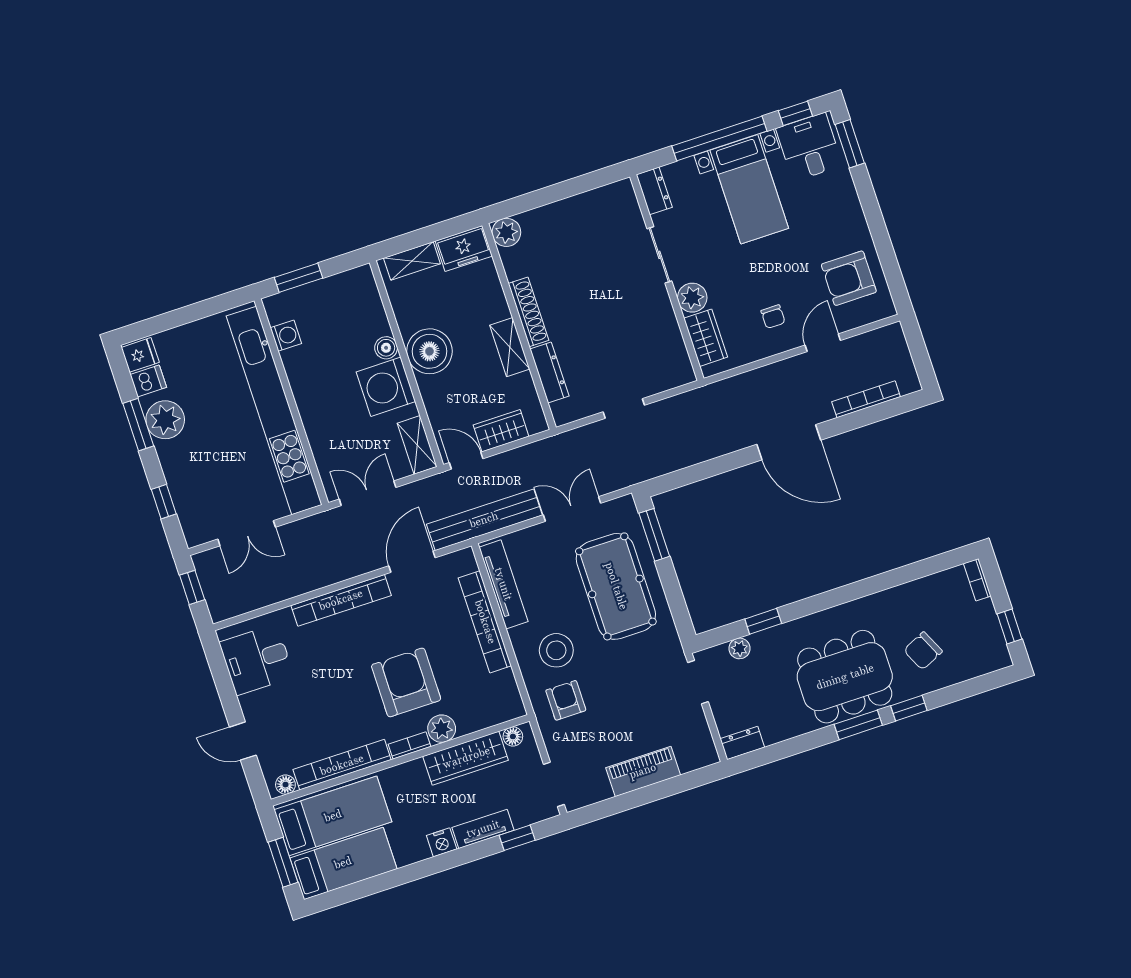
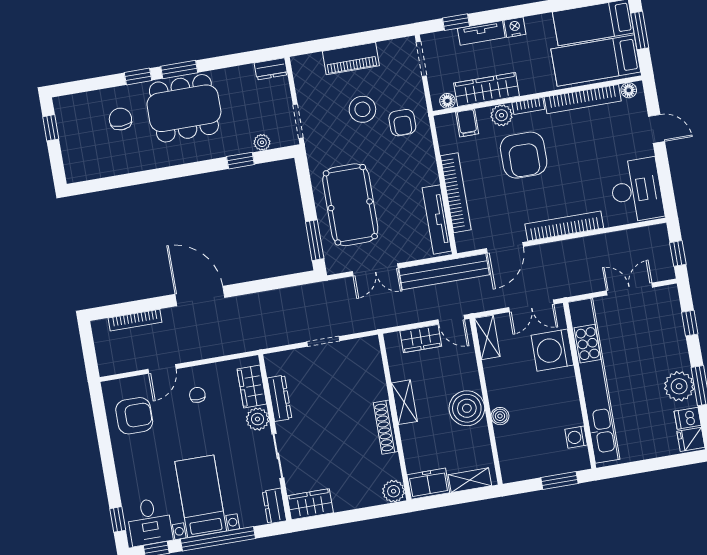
window: (850, 144) -> (118, 519), width x0.67
wardrobe: (609, 200) -> (310, 504), added
dresser: (549, 373) -> (279, 398), moved, turned 180
washing machine: (386, 387) -> (552, 350), moved, turned 180
bookcase: (977, 580) -> (70, 168), removed
stool: (556, 650) -> (362, 109), moved
chair: (923, 651) -> (120, 119), turned -65
desk: (257, 660) -> (636, 190), width x1.37
filing cabinet: (484, 712) -> (467, 123), added

